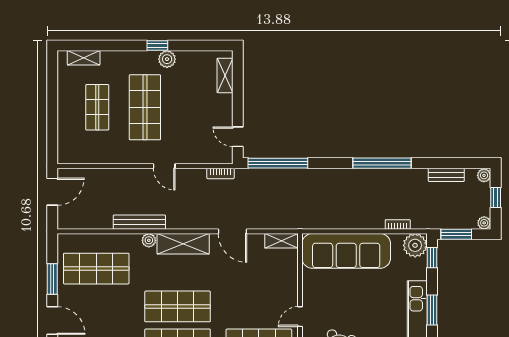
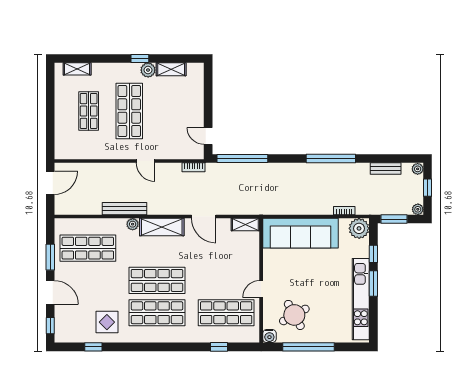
shelving: (225, 75) -> (171, 69), moved, turned 90
window: (432, 258) -> (373, 254), moved

